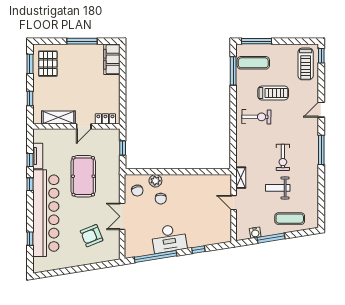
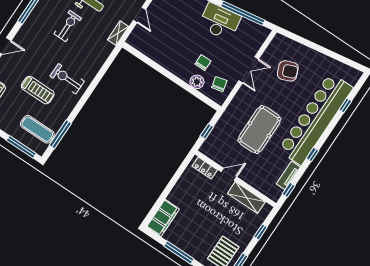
treadmill: (273, 93) -> (38, 90), turned 180
window: (30, 160) -> (289, 190), moved

